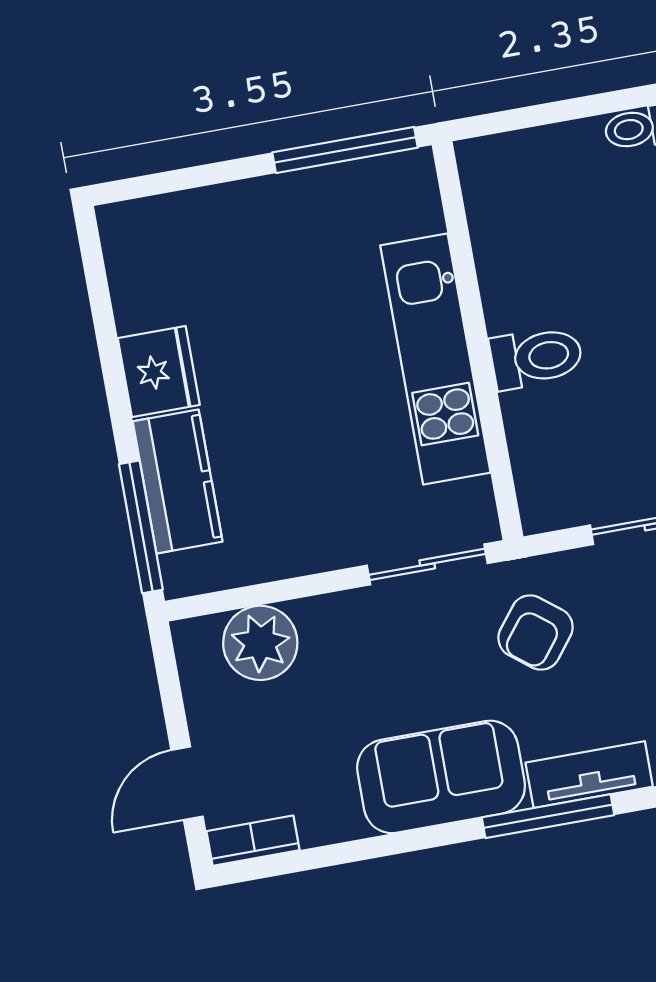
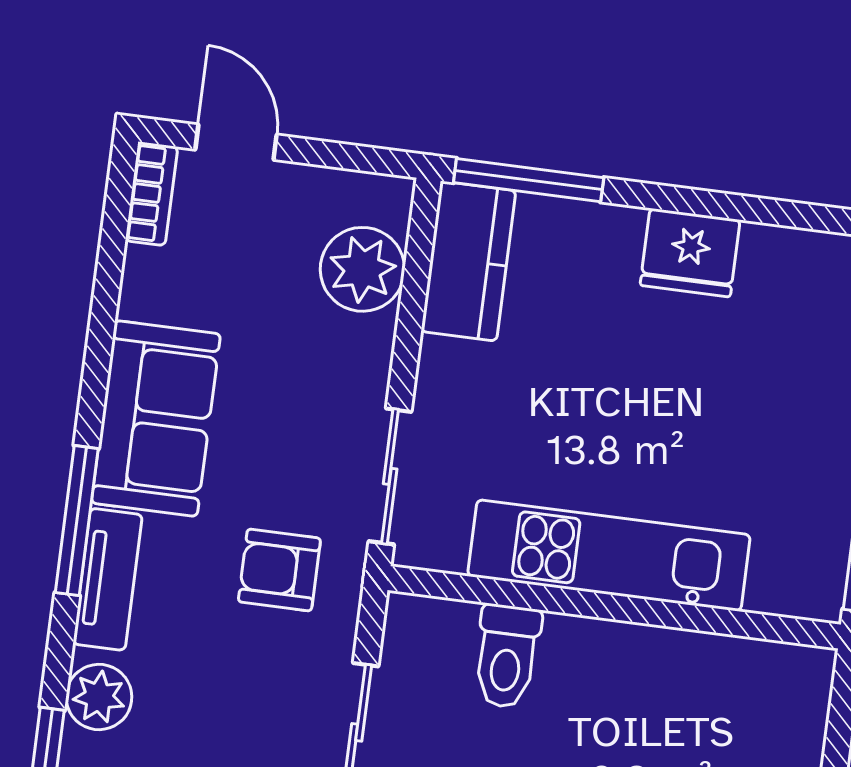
toilet: (536, 357) -> (507, 656), moved
kitchen counter: (178, 481) -> (468, 261), moved, turned -90
armchair: (536, 632) -> (279, 570), turned -38

